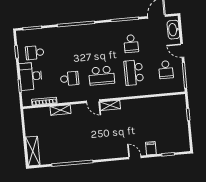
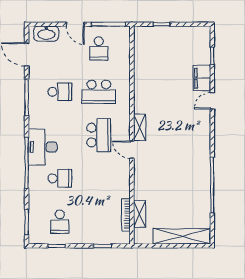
door: (182, 51) -> (75, 24), hinge flipped
school desk: (166, 70) -> (99, 48), turned 90
desk: (31, 76) -> (43, 147), moved, turned 90
school desk: (70, 79) -> (60, 178), moved, turned 90
door: (93, 101) -> (132, 150), swing flipped
shelving: (60, 110) -> (140, 214), moved
filing cabinet: (151, 148) -> (202, 78), width x2.00
shelving: (33, 151) -> (182, 236), width x1.47

